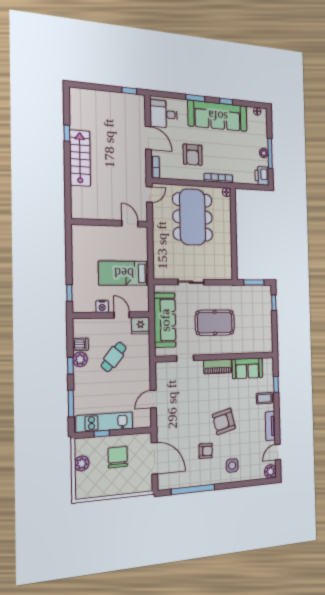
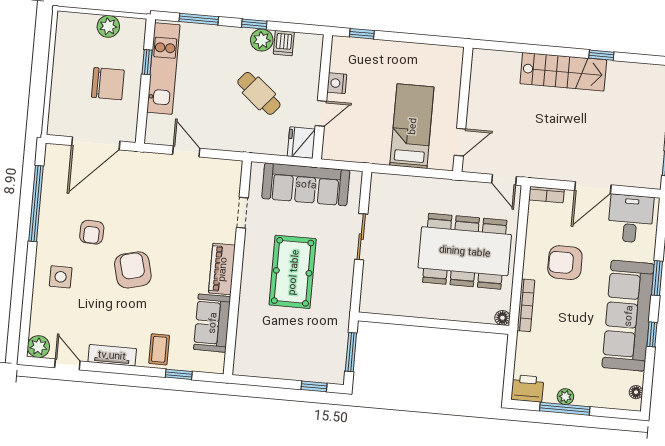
bed: (124, 273) -> (412, 126), moved

